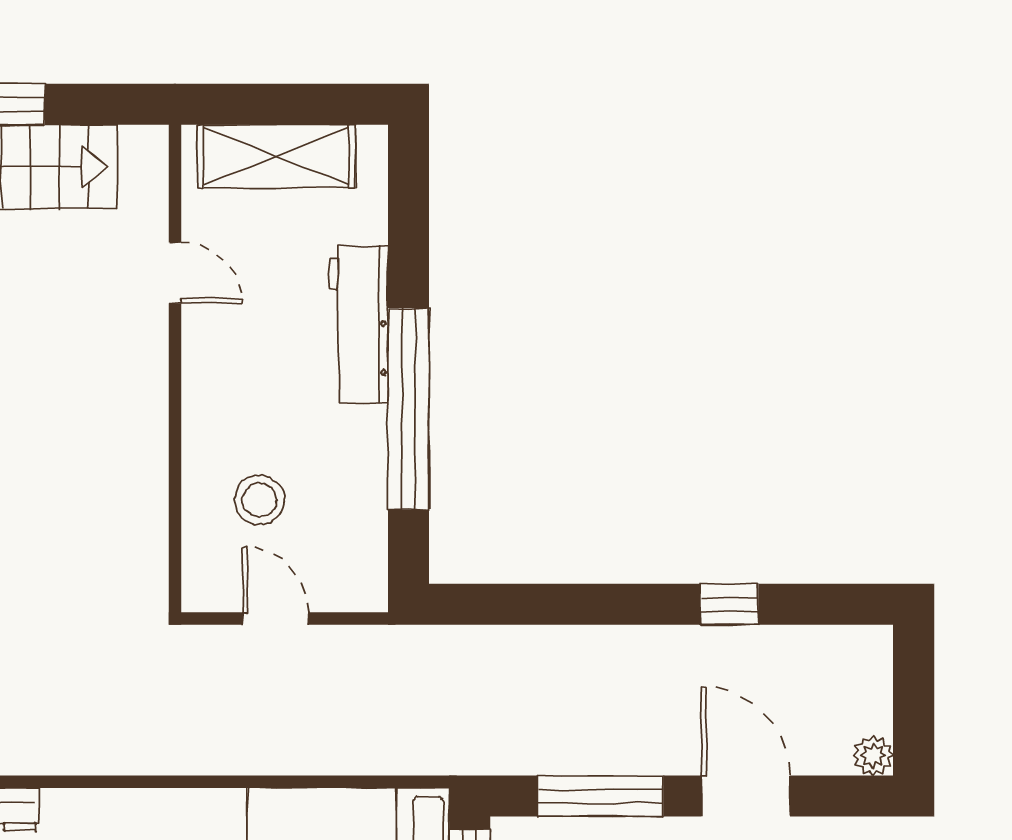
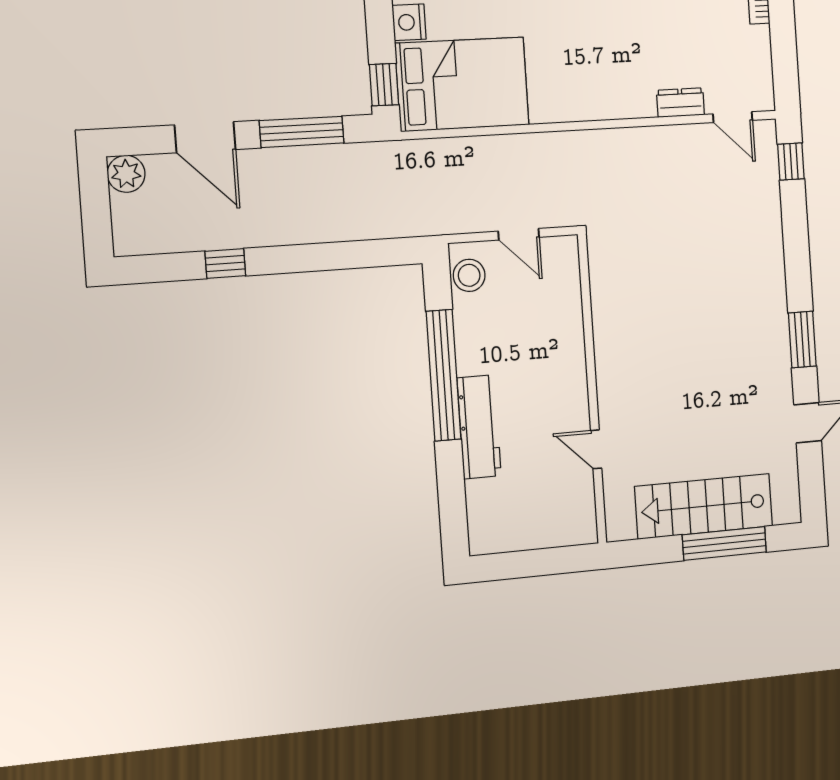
shelving: (276, 156) -> (538, 529), removed
stool: (259, 500) -> (469, 275), moved
plant: (873, 756) -> (126, 174), width x1.38, depth x1.38

